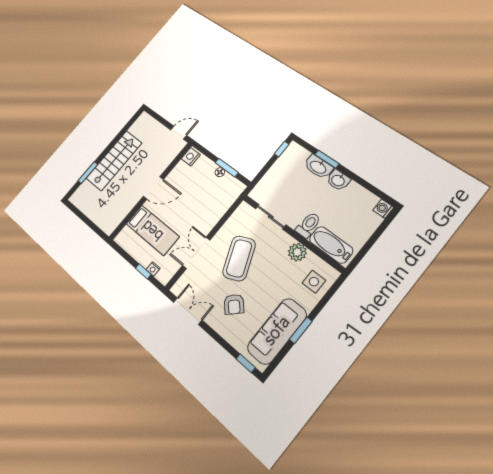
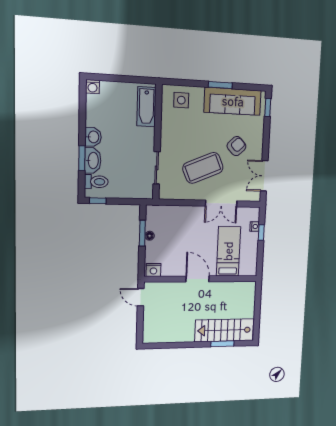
stairs: (114, 161) -> (224, 330), moved
toilet: (308, 225) -> (96, 182), moved, turned 180
plant: (297, 252) -> (169, 128), removed

